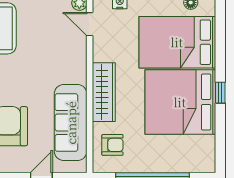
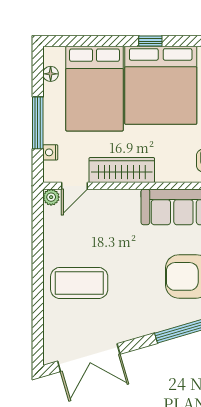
wardrobe: (104, 92) -> (122, 170), moved

